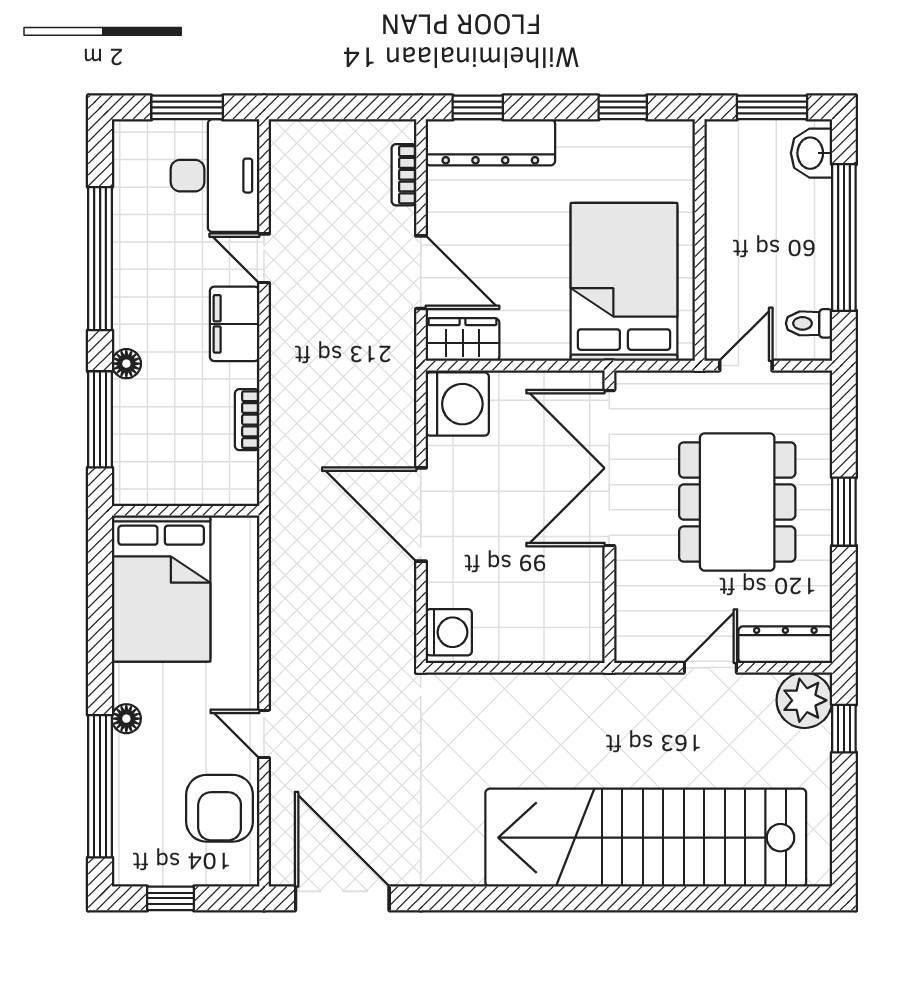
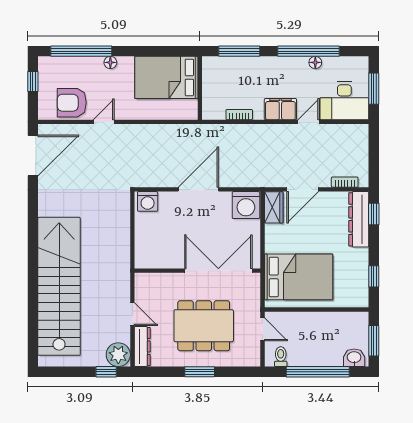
floor lamp: (126, 364) -> (315, 62), moved

